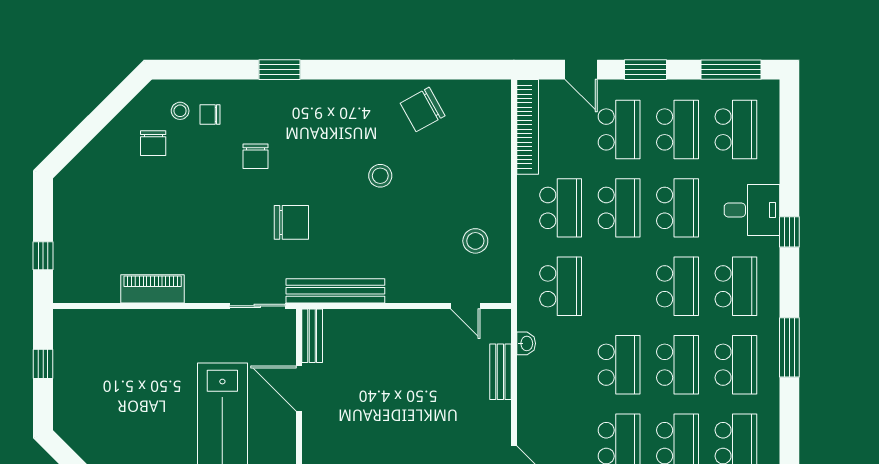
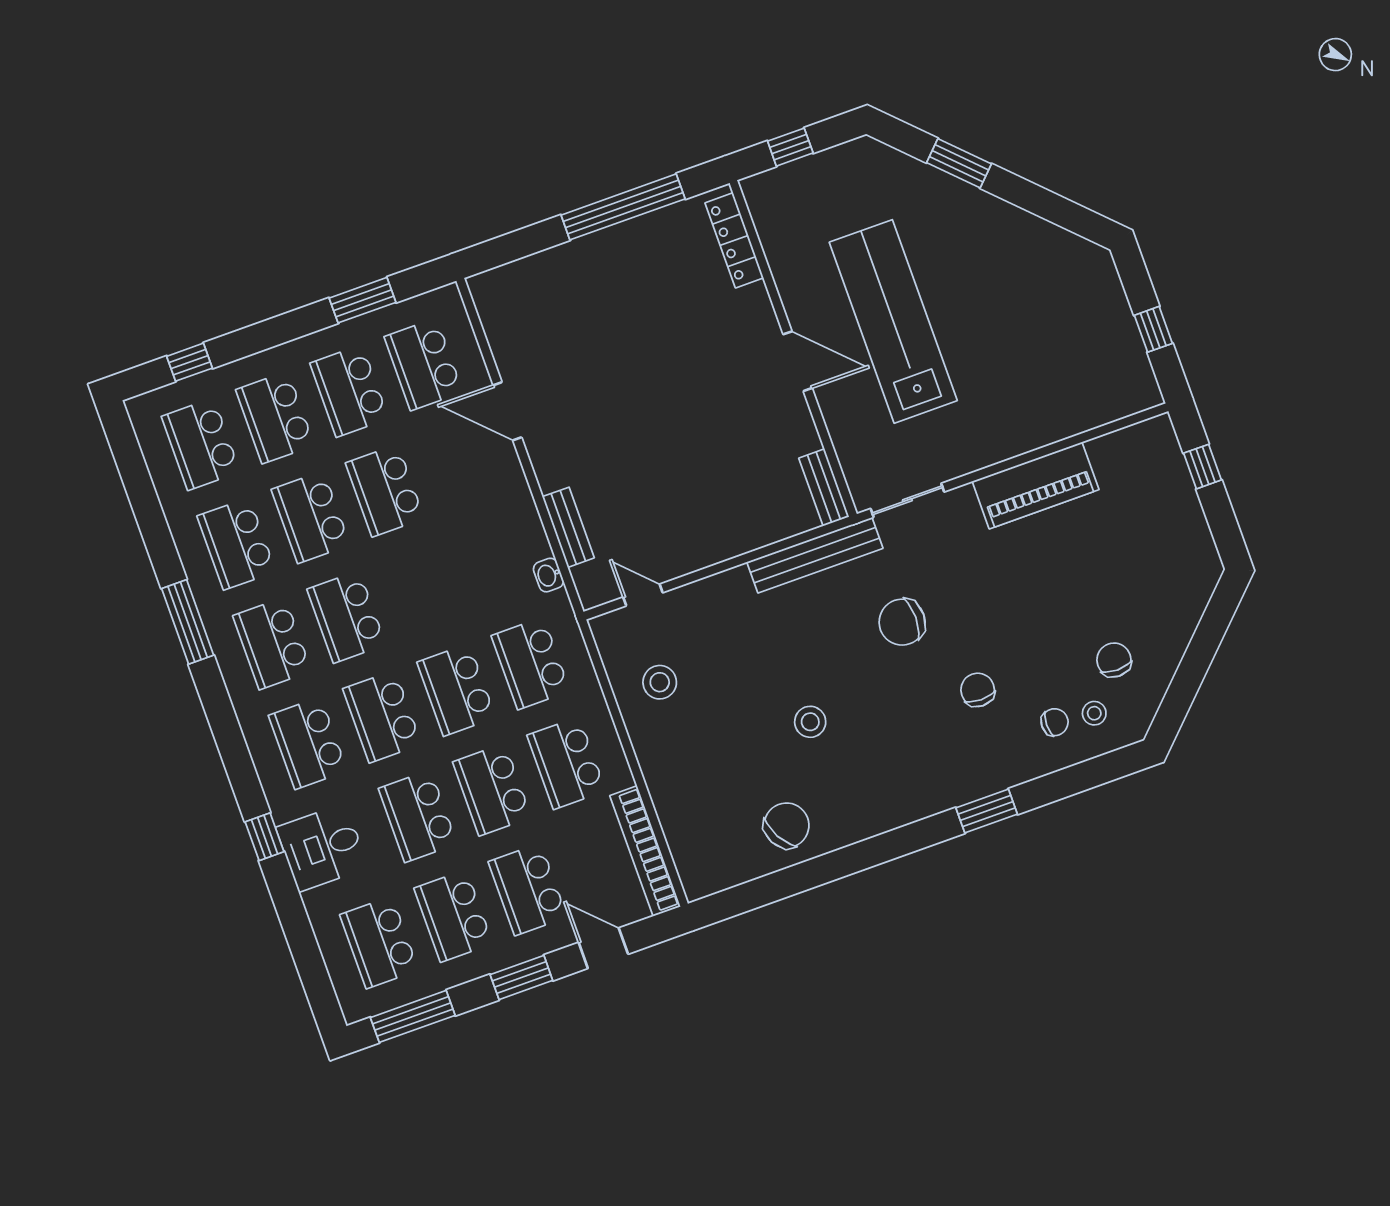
piano: (153, 289) -> (1036, 486), width x1.37, depth x1.33
window: (789, 347) -> (188, 622), moved
school desk: (619, 365) -> (456, 690), moved
door: (299, 389) -> (798, 361), moved

